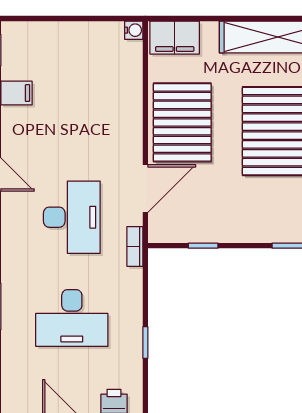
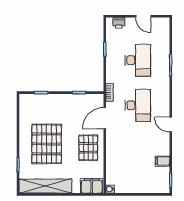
pallet: (182, 122) -> (88, 148), width x0.73, depth x0.71
desk: (72, 217) -> (138, 105), turned 180
desk: (72, 318) -> (138, 60), turned 90

